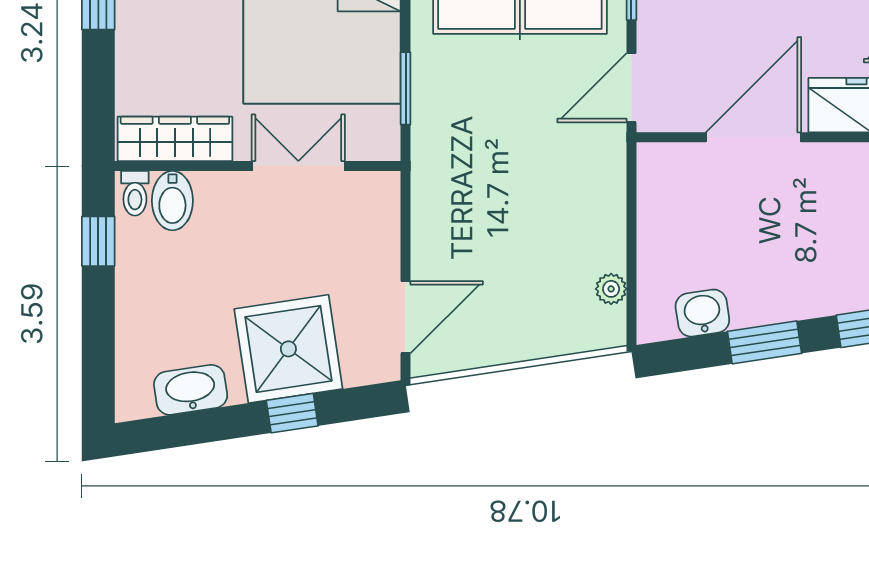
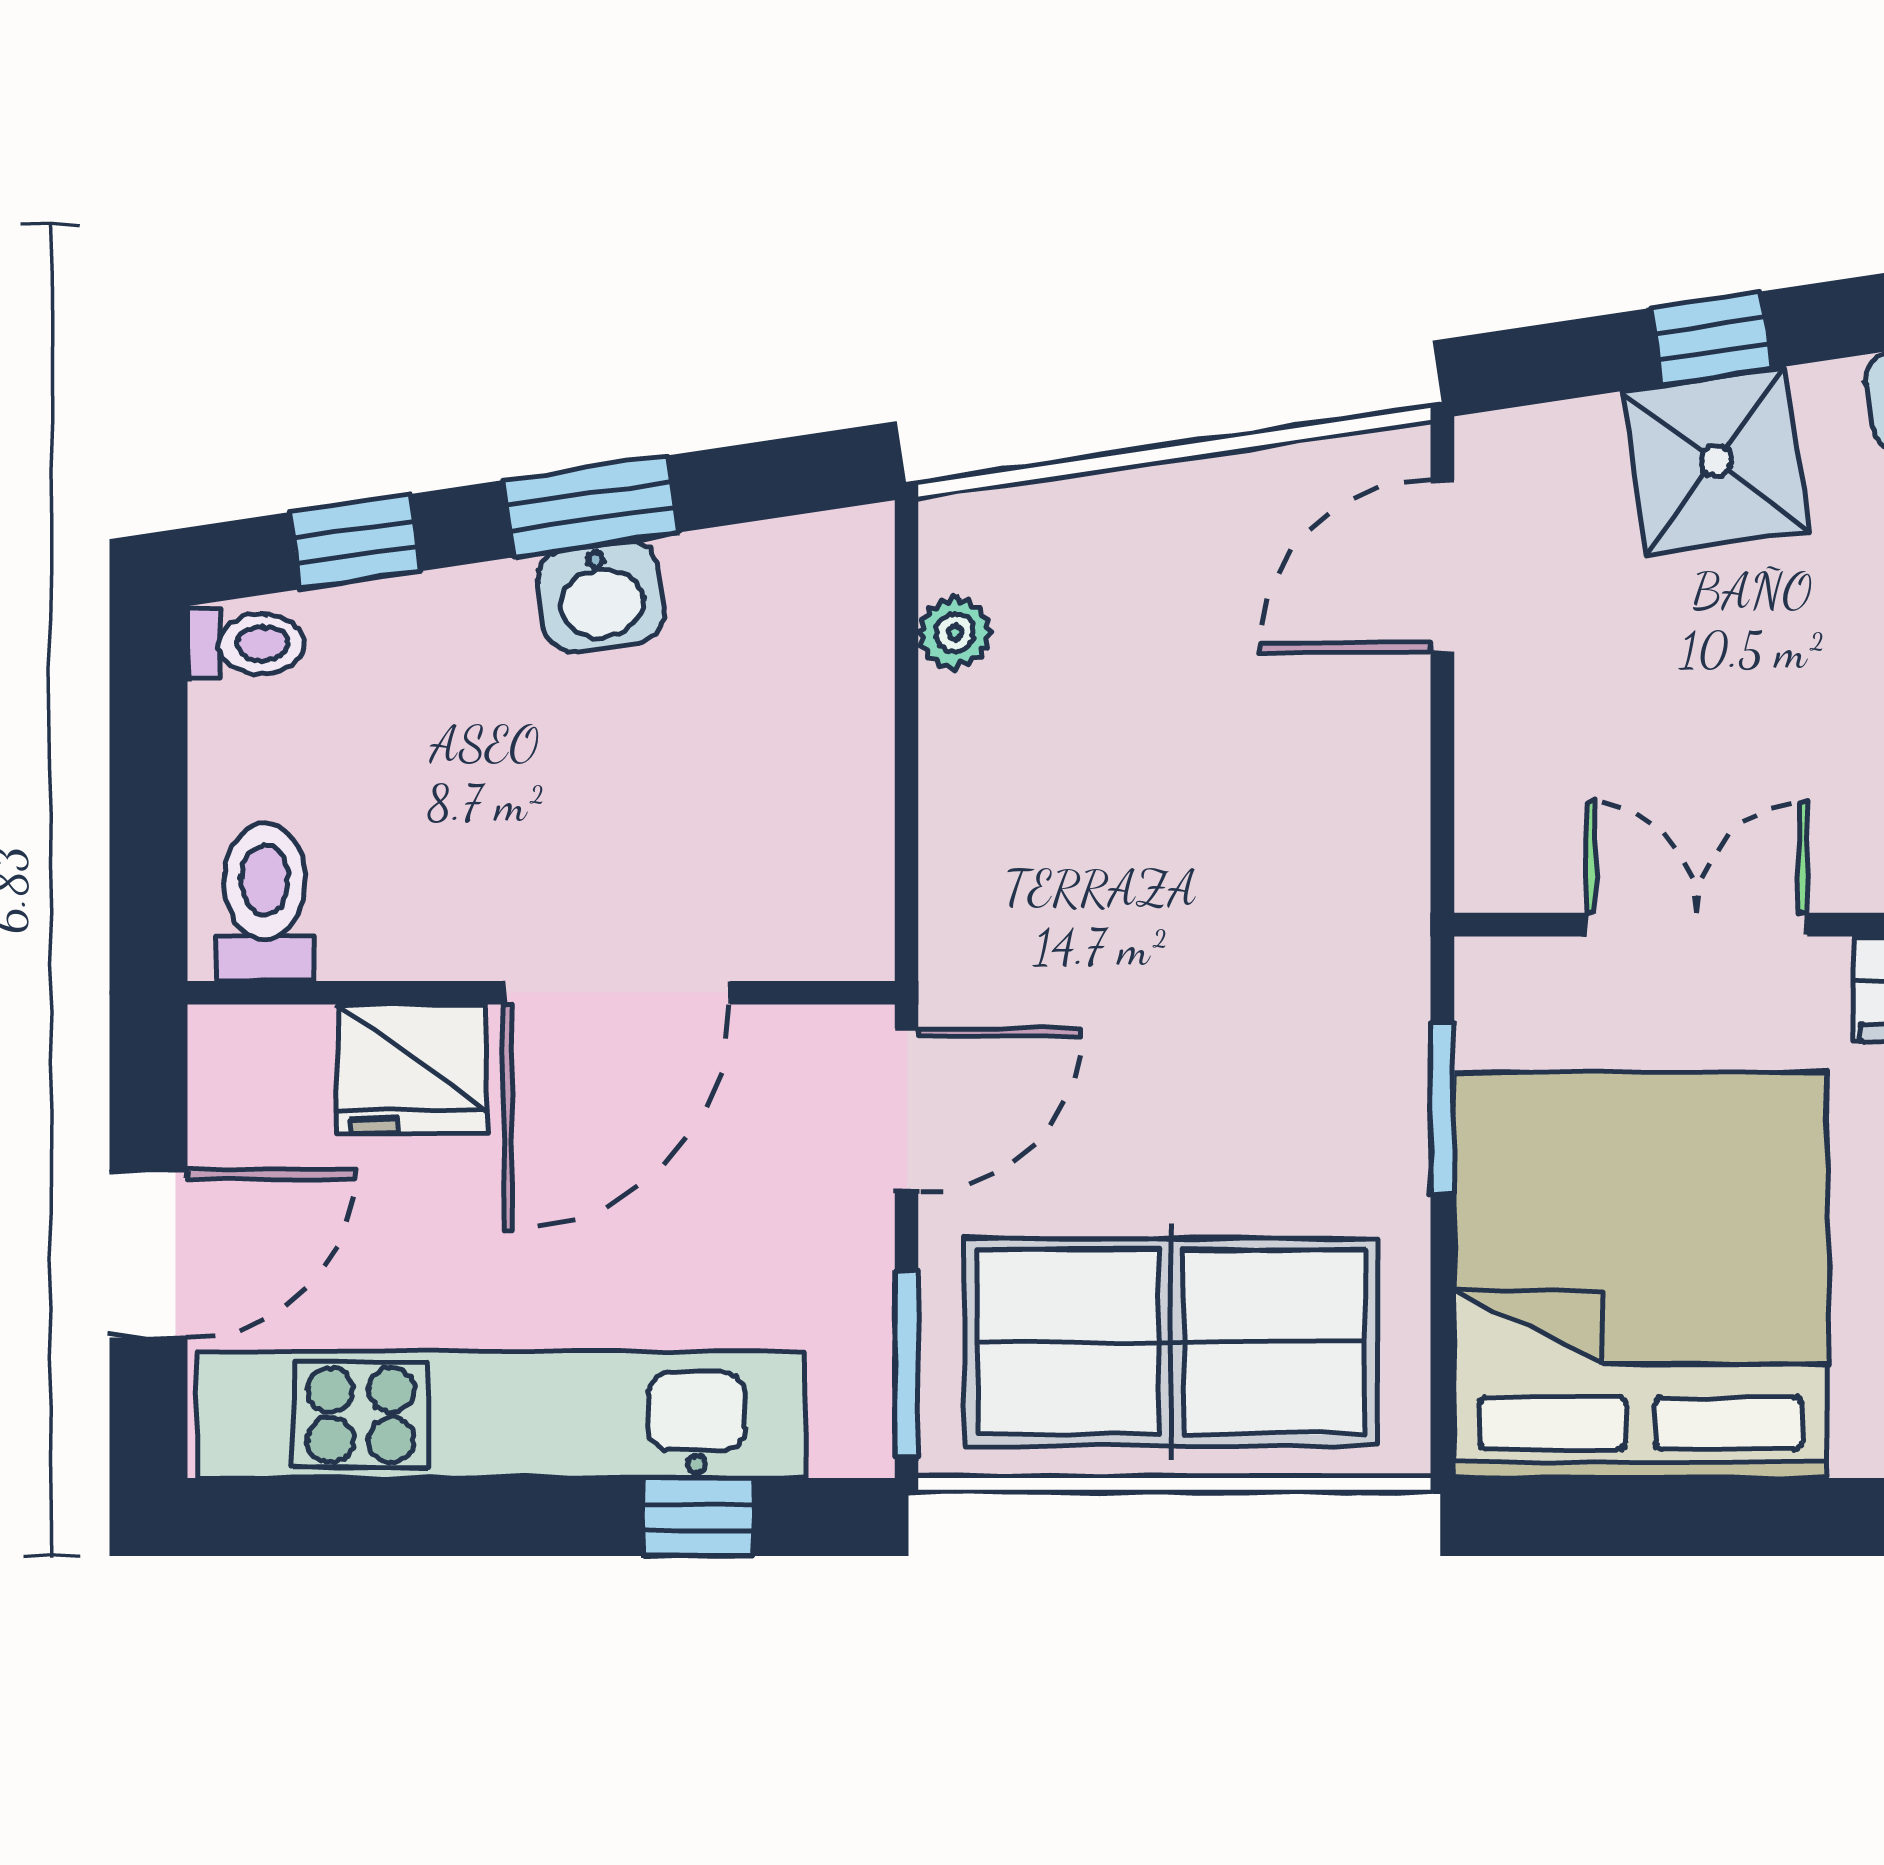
double door: (298, 166) -> (1697, 925), swing flipped
washbasin: (702, 313) -> (601, 596), moved
shower: (288, 349) -> (1716, 461), width x0.73, depth x0.73

